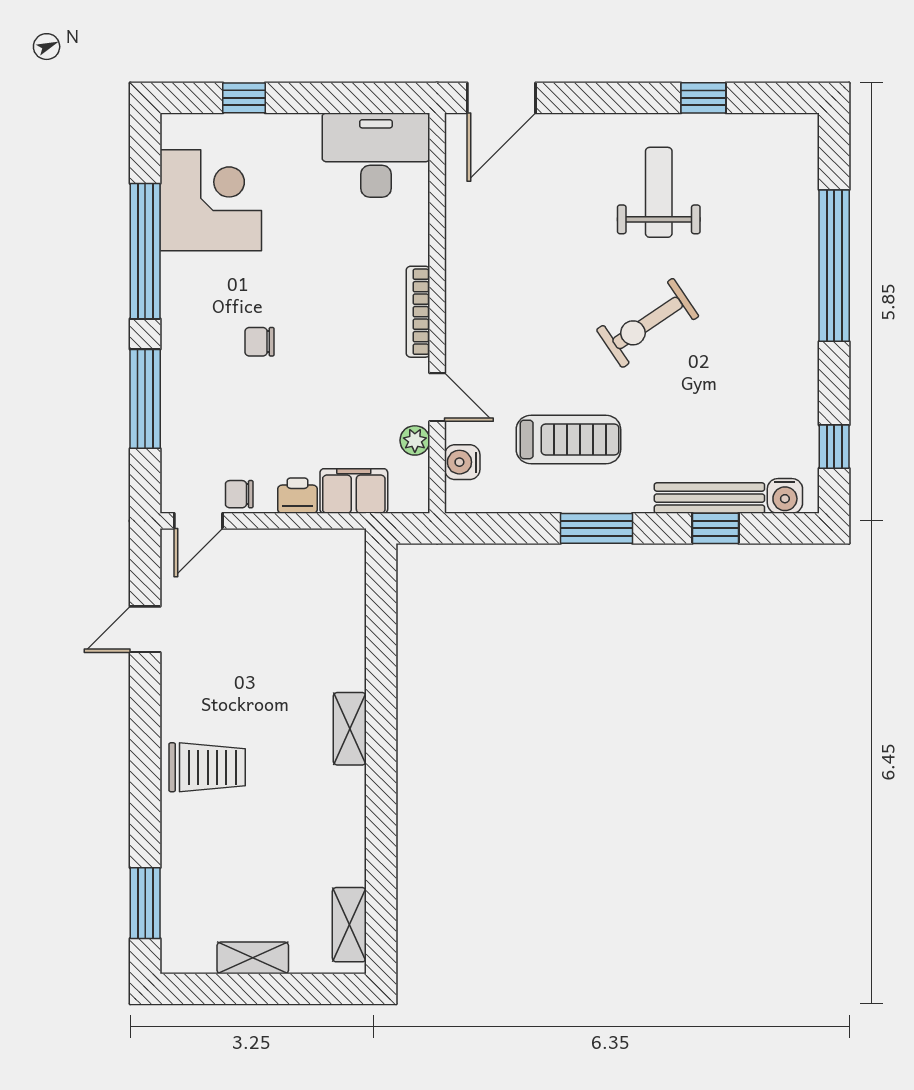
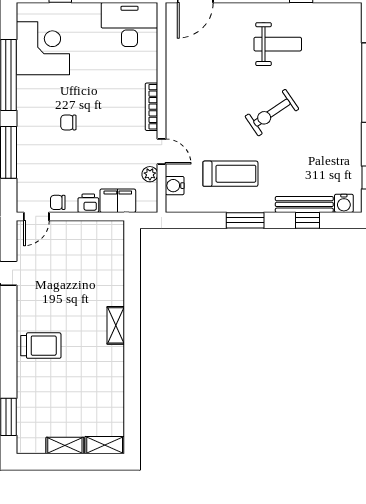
weight bench: (659, 192) -> (278, 44), turned 90
shelving: (349, 925) -> (105, 445), moved, turned 90

